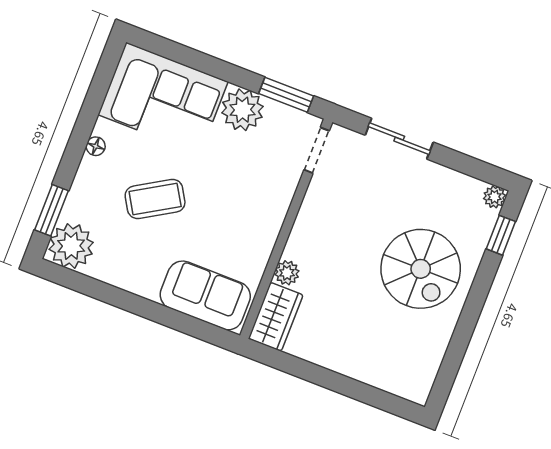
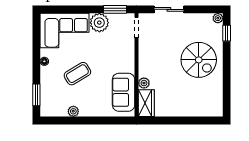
plant: (71, 246) -> (73, 111), moved, width x0.53, depth x0.53
sofa: (205, 295) -> (124, 92), moved, turned -90

